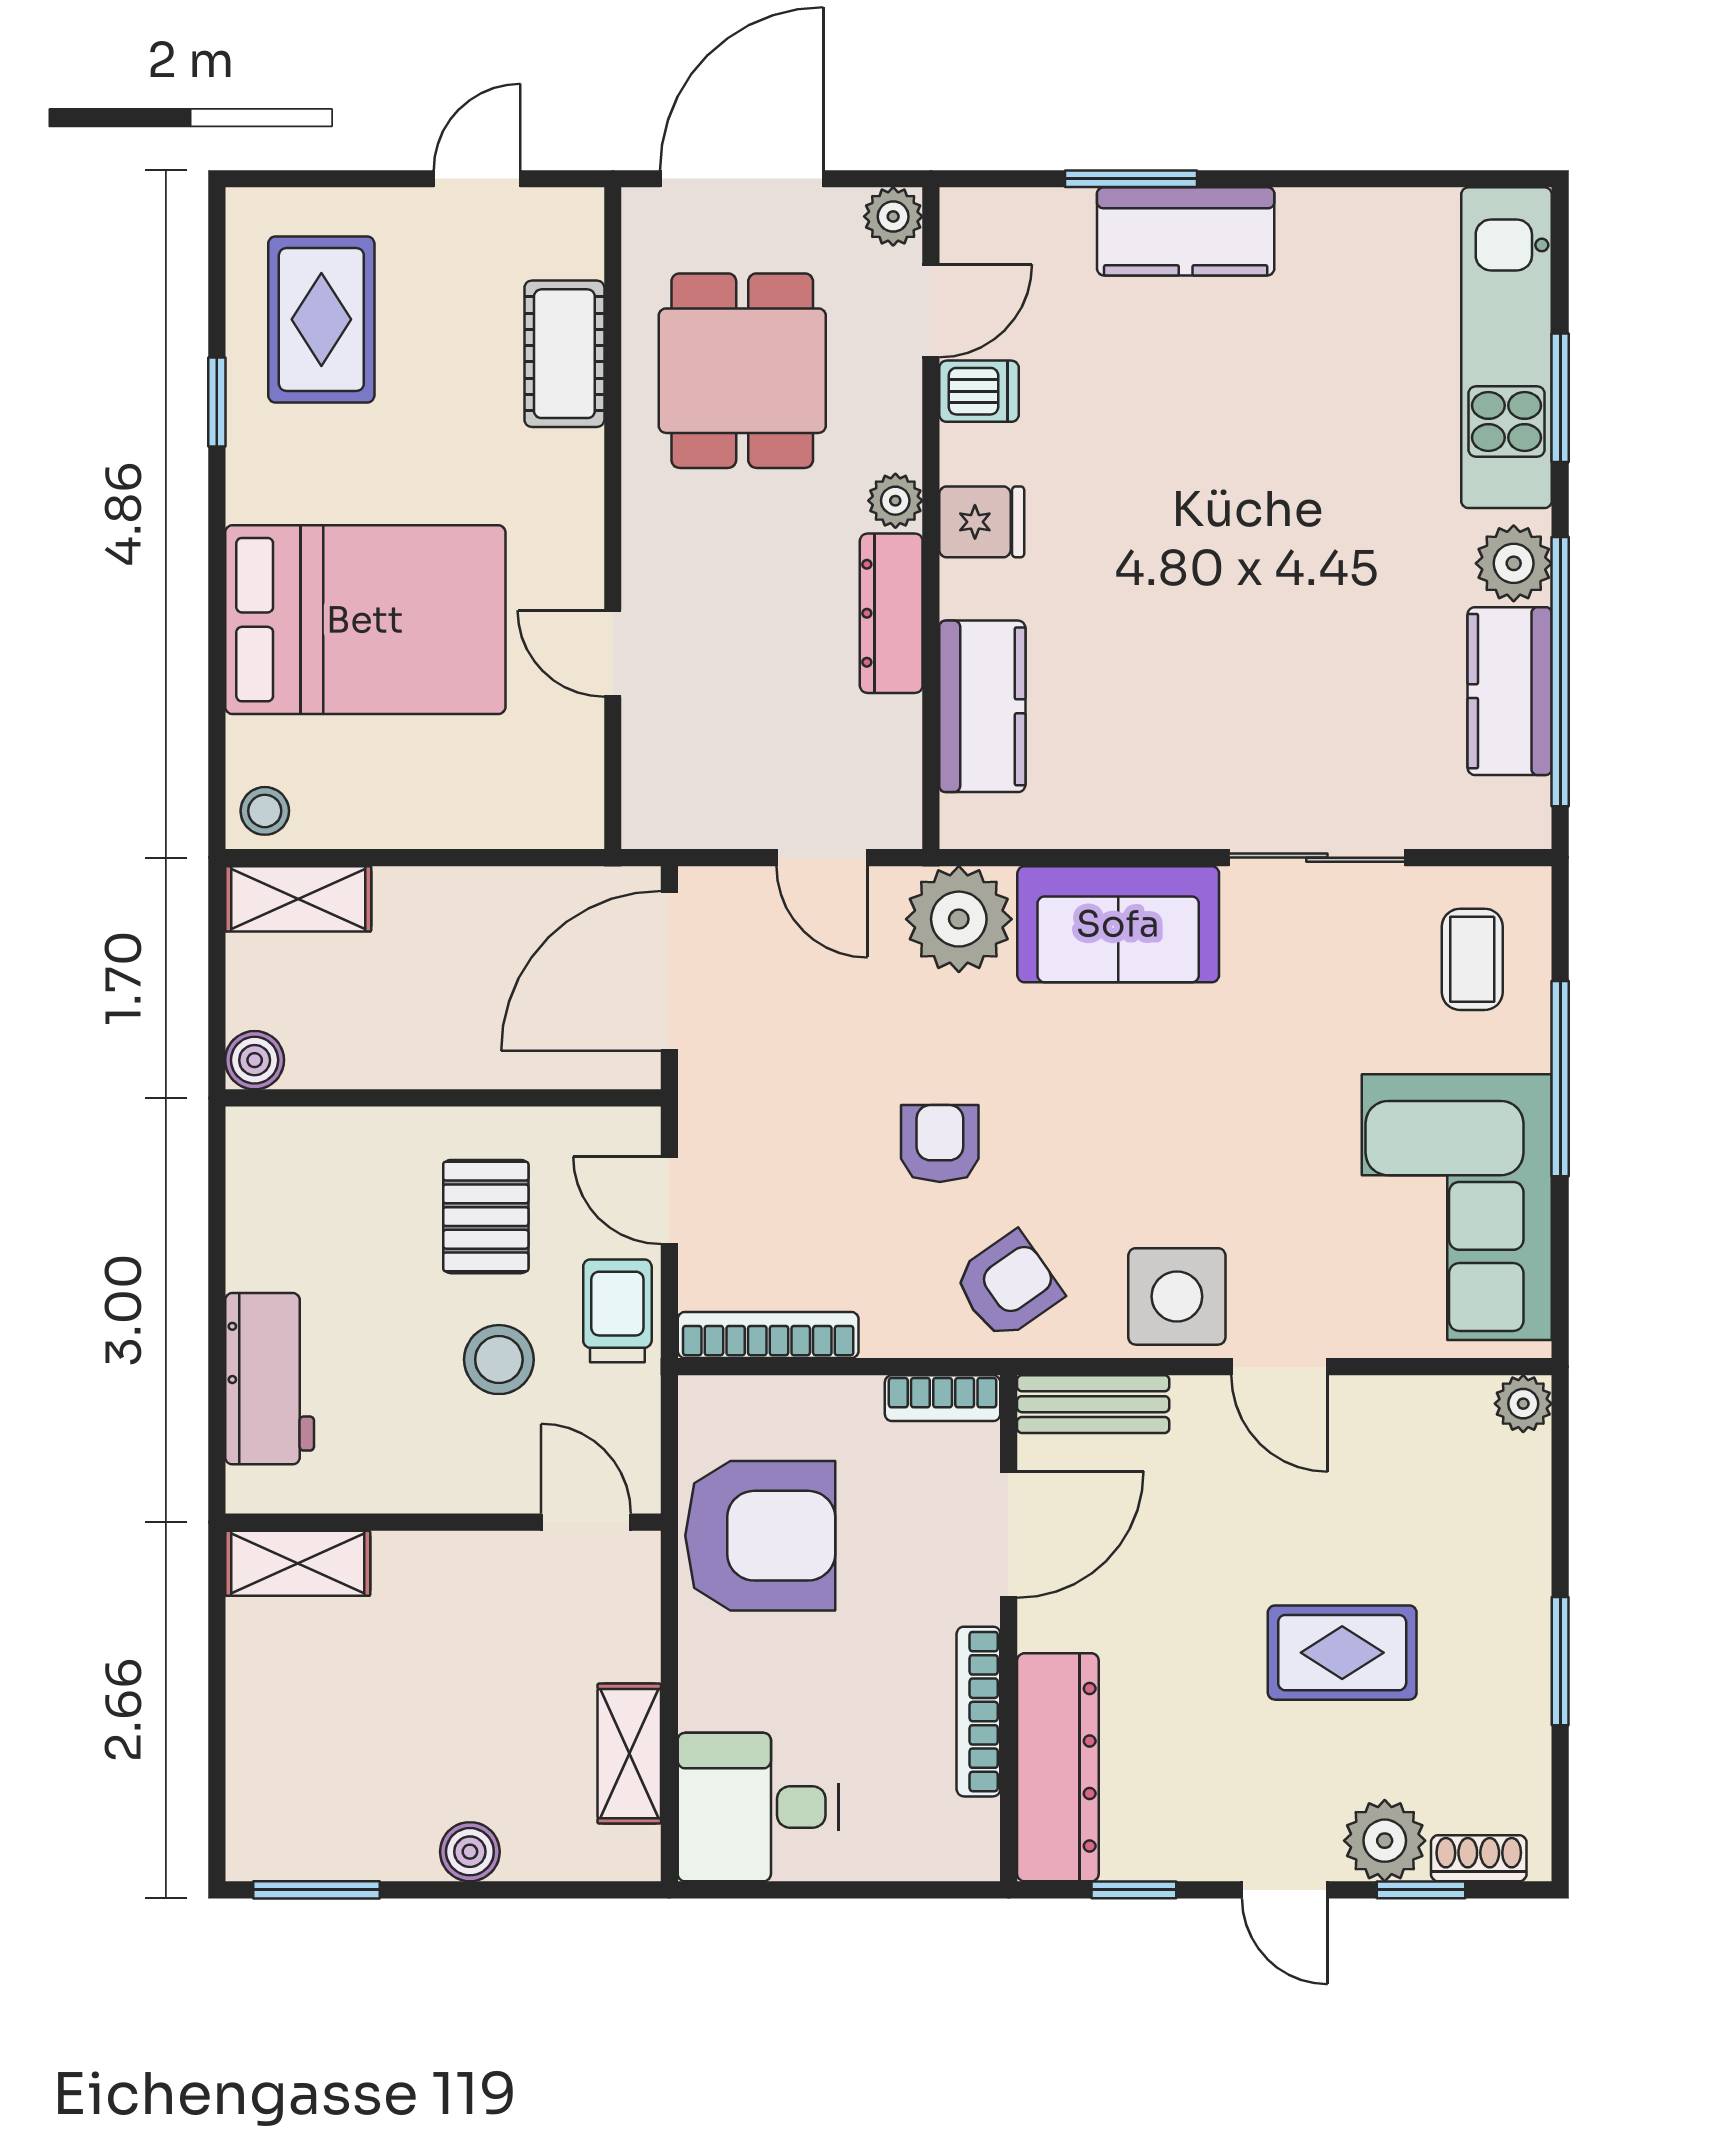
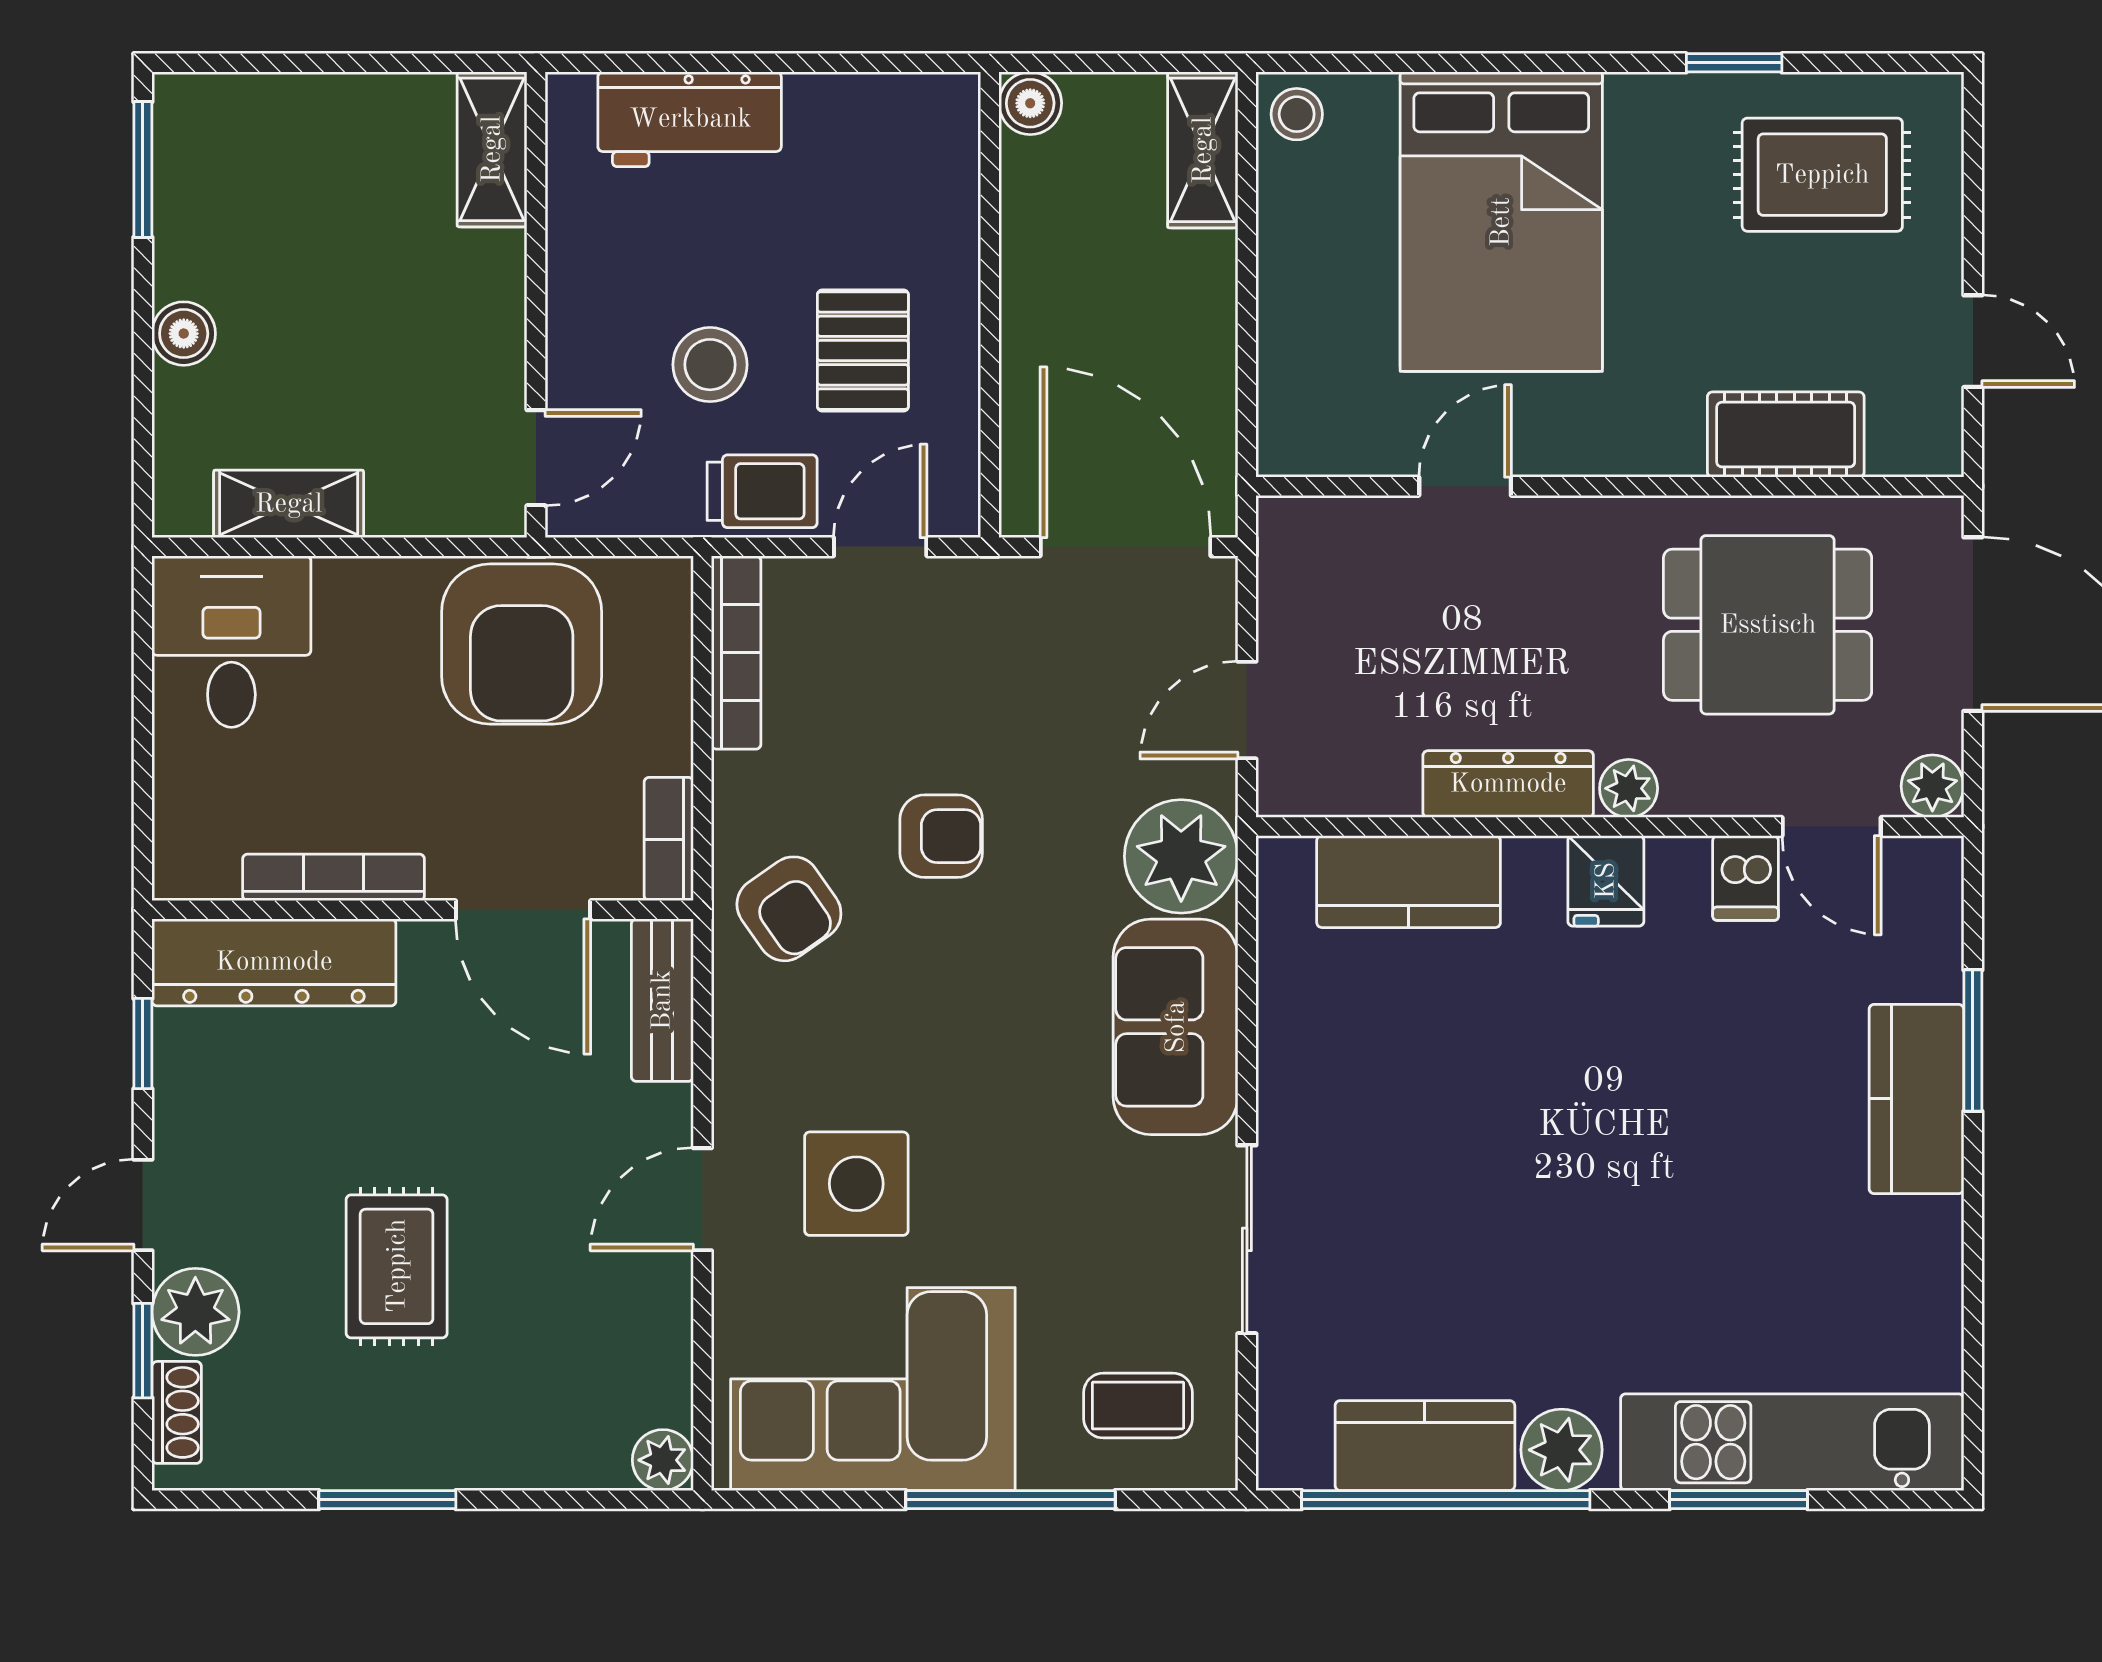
pallet: (486, 1217) -> (863, 351), turned 90
side table: (1177, 1296) -> (856, 1184), moved

